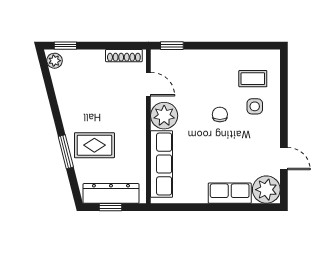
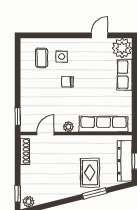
plant: (164, 116) -> (68, 127), width x0.53, depth x0.53

